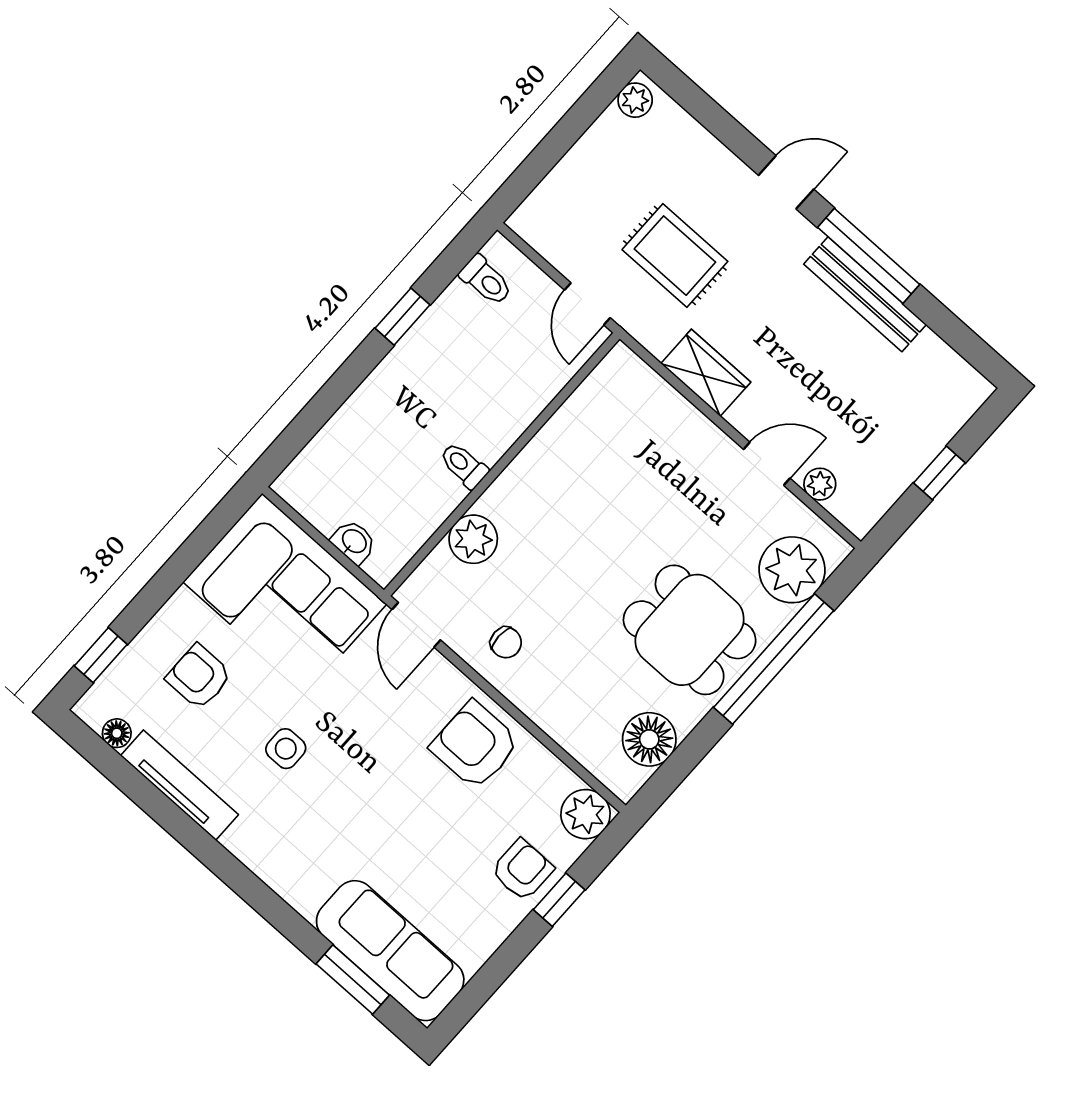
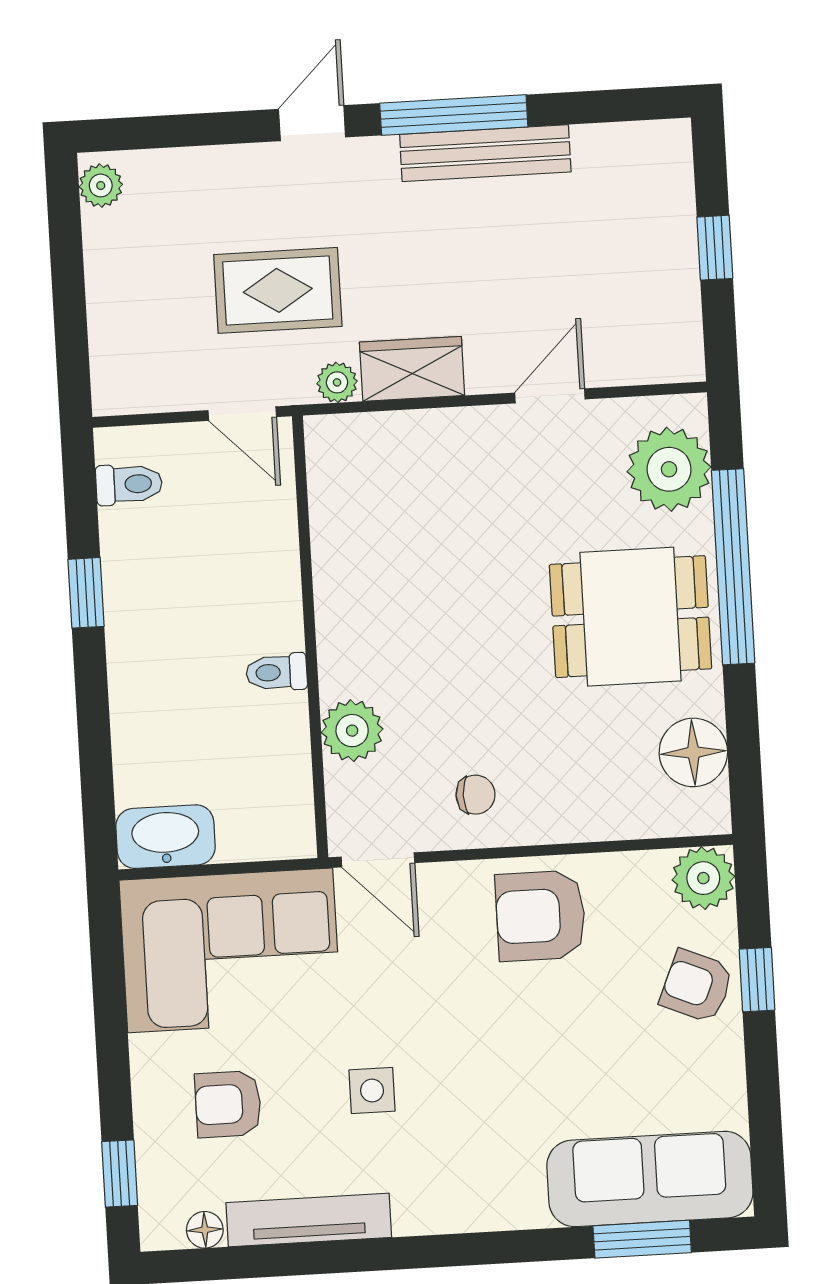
plant: (820, 484) -> (337, 382), moved
washbasin: (354, 542) -> (166, 837), moved, width x1.91, depth x1.45
armchair: (522, 870) -> (697, 986), turned -67

